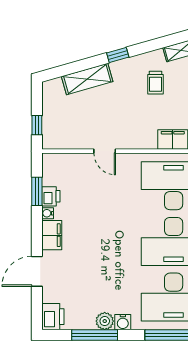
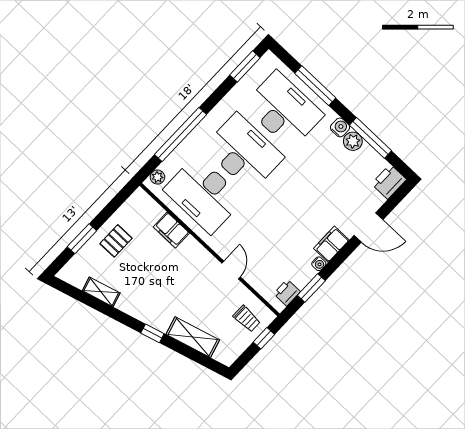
trolley: (155, 83) -> (247, 319), moved, turned 90
printer: (51, 196) -> (287, 293), moved

